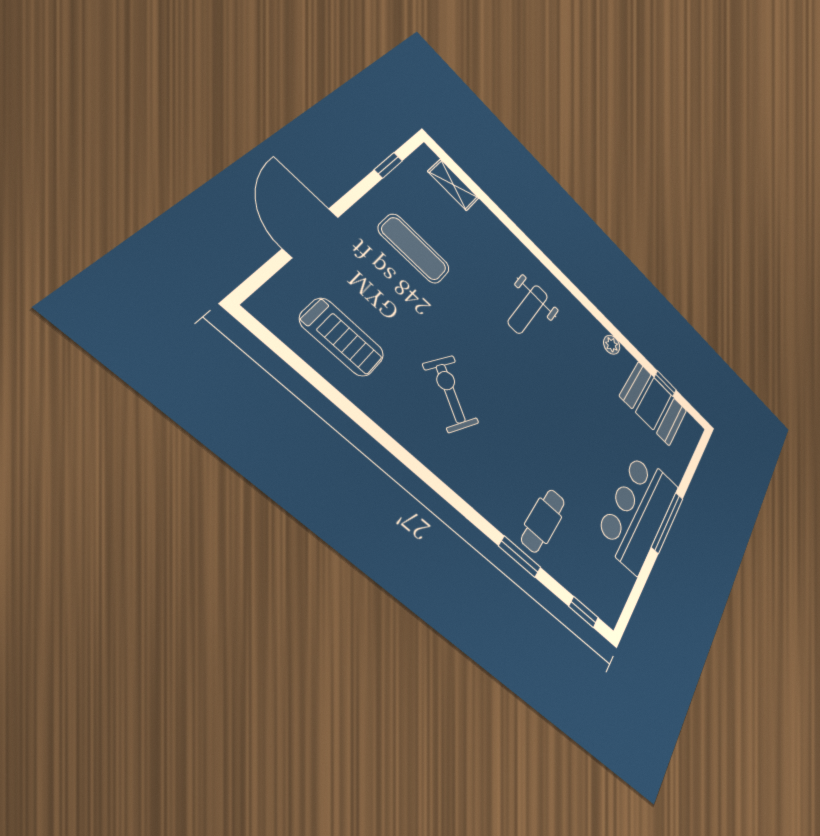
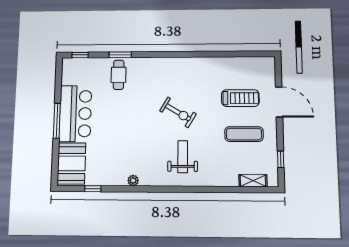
treadmill: (342, 337) -> (240, 98), moved, turned 180
exercise bike: (451, 394) -> (178, 112), moved
booth: (654, 403) -> (71, 163), moved, turned 90

